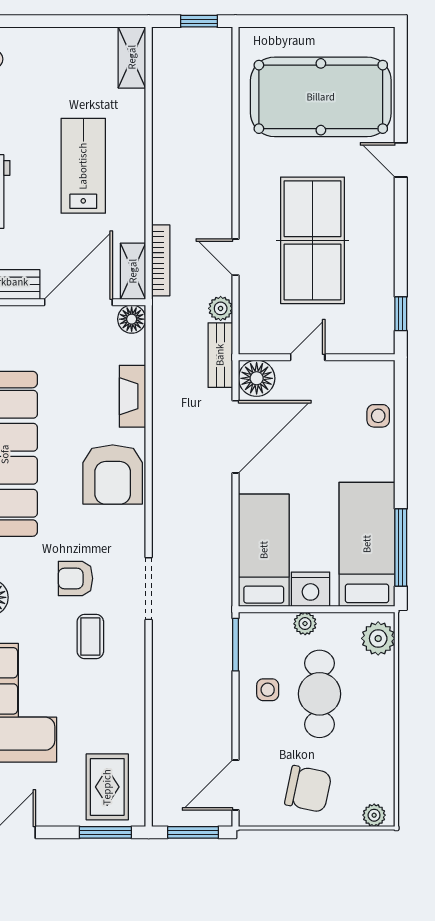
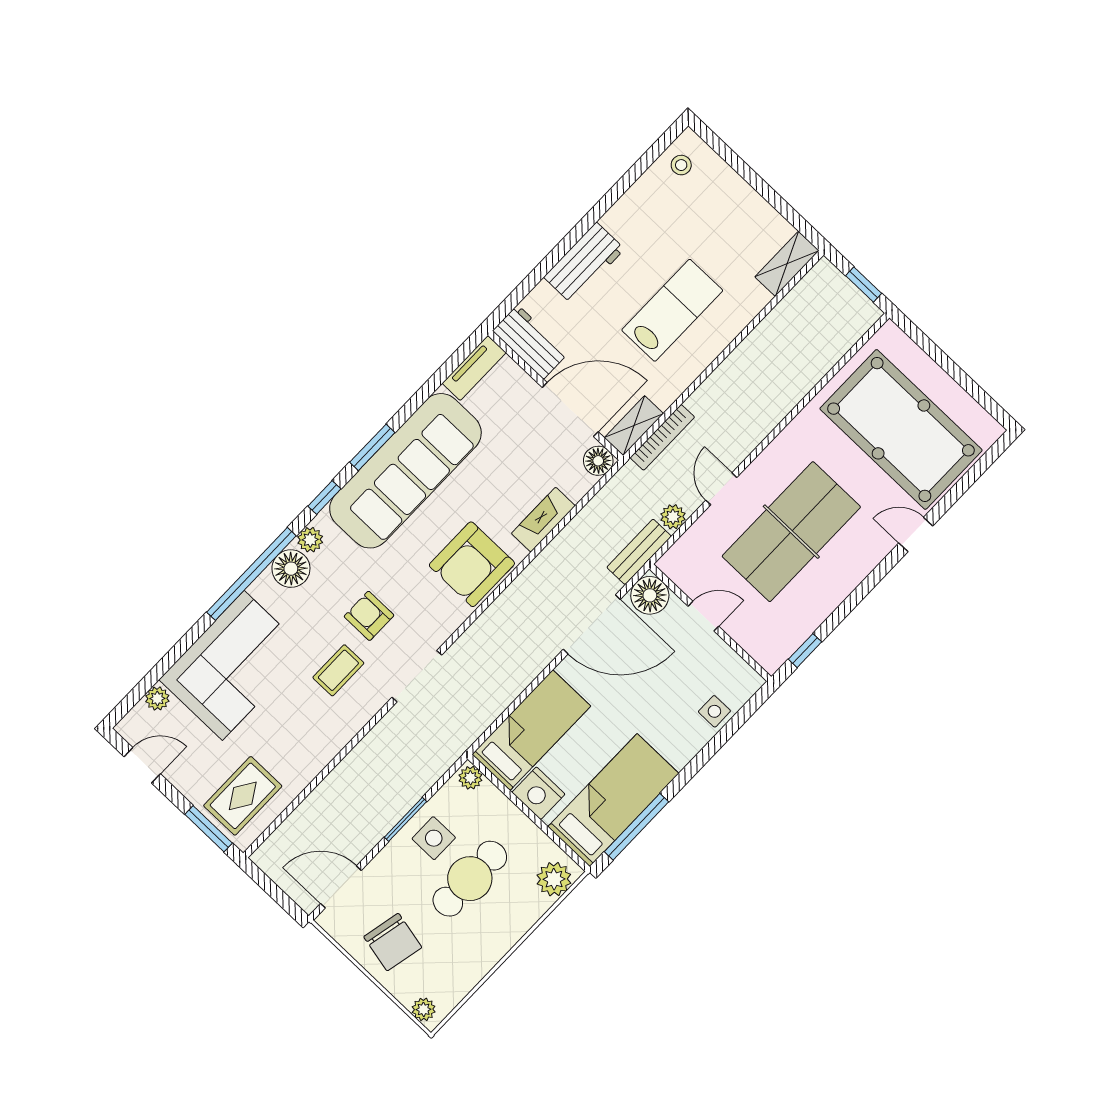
door: (401, 160) -> (916, 535), hinge flipped
plant: (305, 624) -> (470, 778), moved
window: (236, 645) -> (405, 819), moved
side table: (268, 690) -> (434, 838), width x1.37, depth x1.37
window: (193, 832) -> (275, 892), removed

